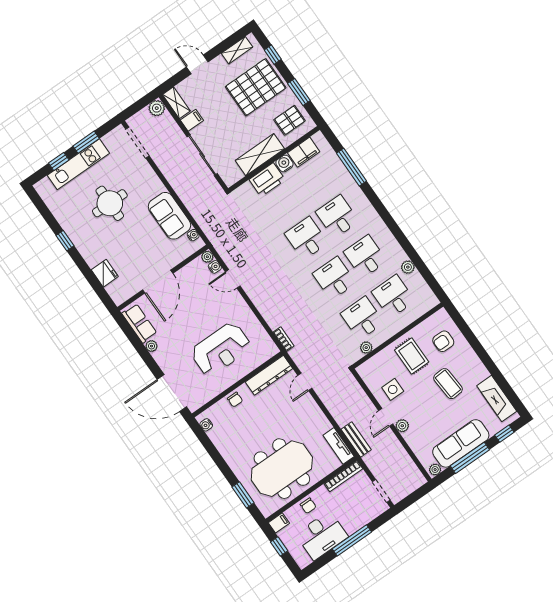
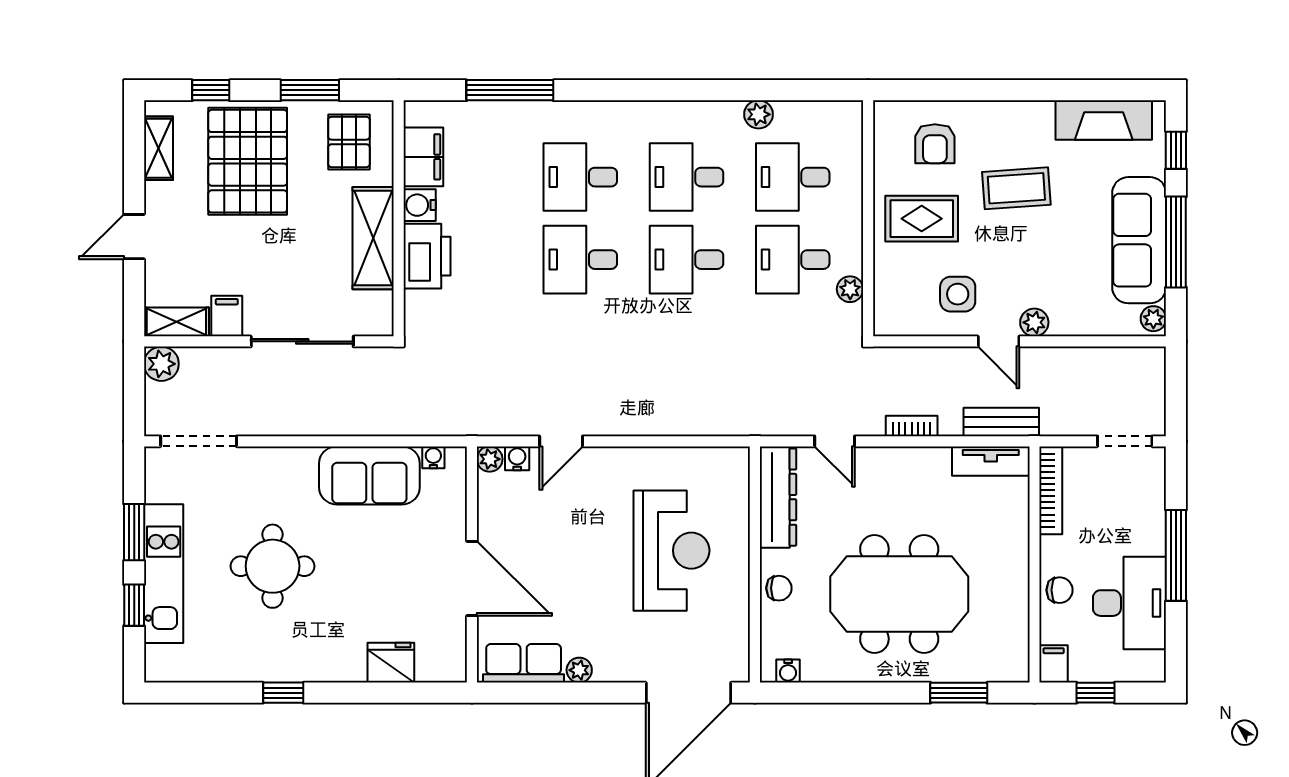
bookcase: (284, 339) -> (912, 426), moved
meeting table: (282, 469) -> (899, 594), moved, turned 90

